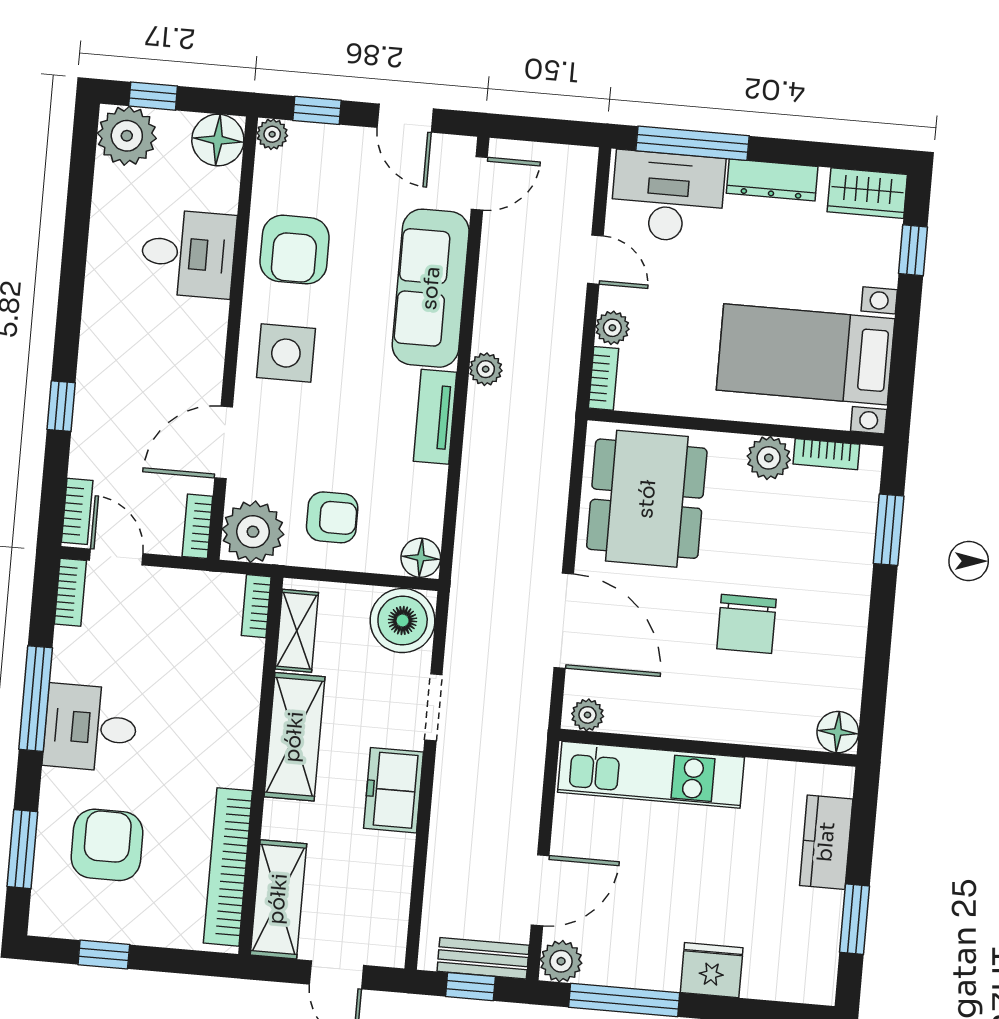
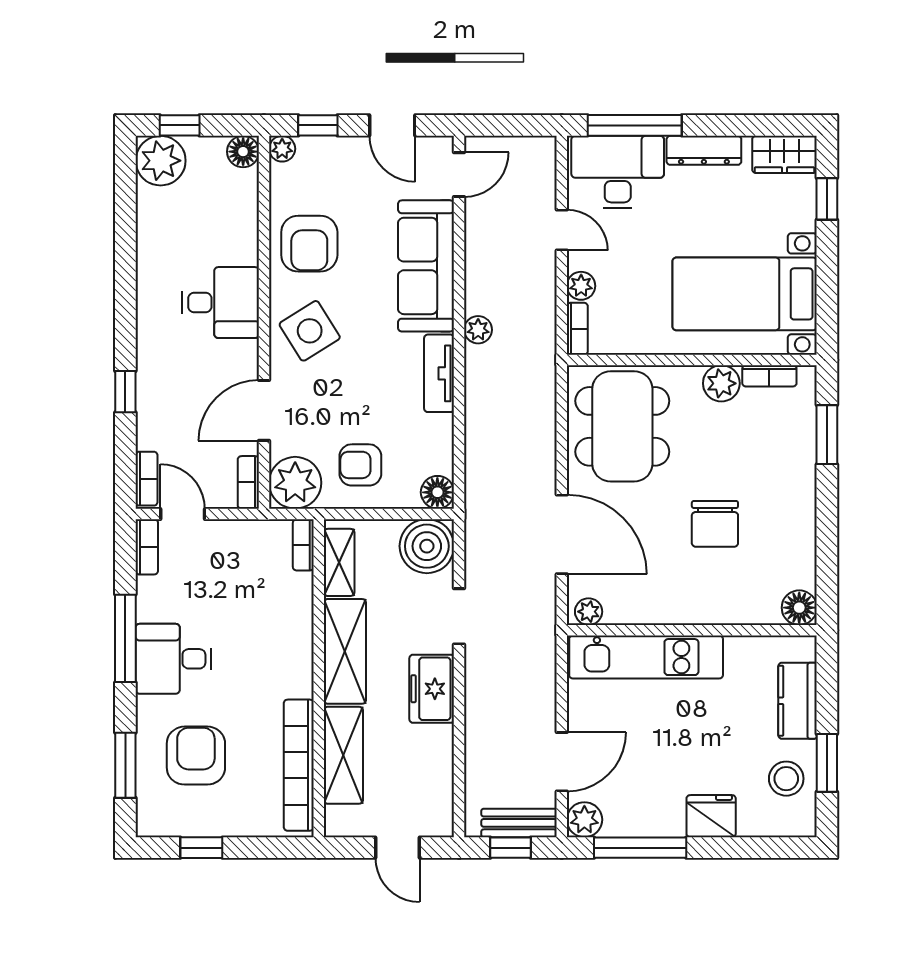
floor lamp: (218, 140) -> (243, 152), width x0.73, depth x0.73
desk: (188, 254) -> (221, 303), moved
side table: (286, 353) -> (310, 331), turned -32
armchair: (332, 517) -> (360, 465), turned 180
shelving: (278, 899) -> (343, 755), moved
stool: (805, 933) -> (786, 779), added

